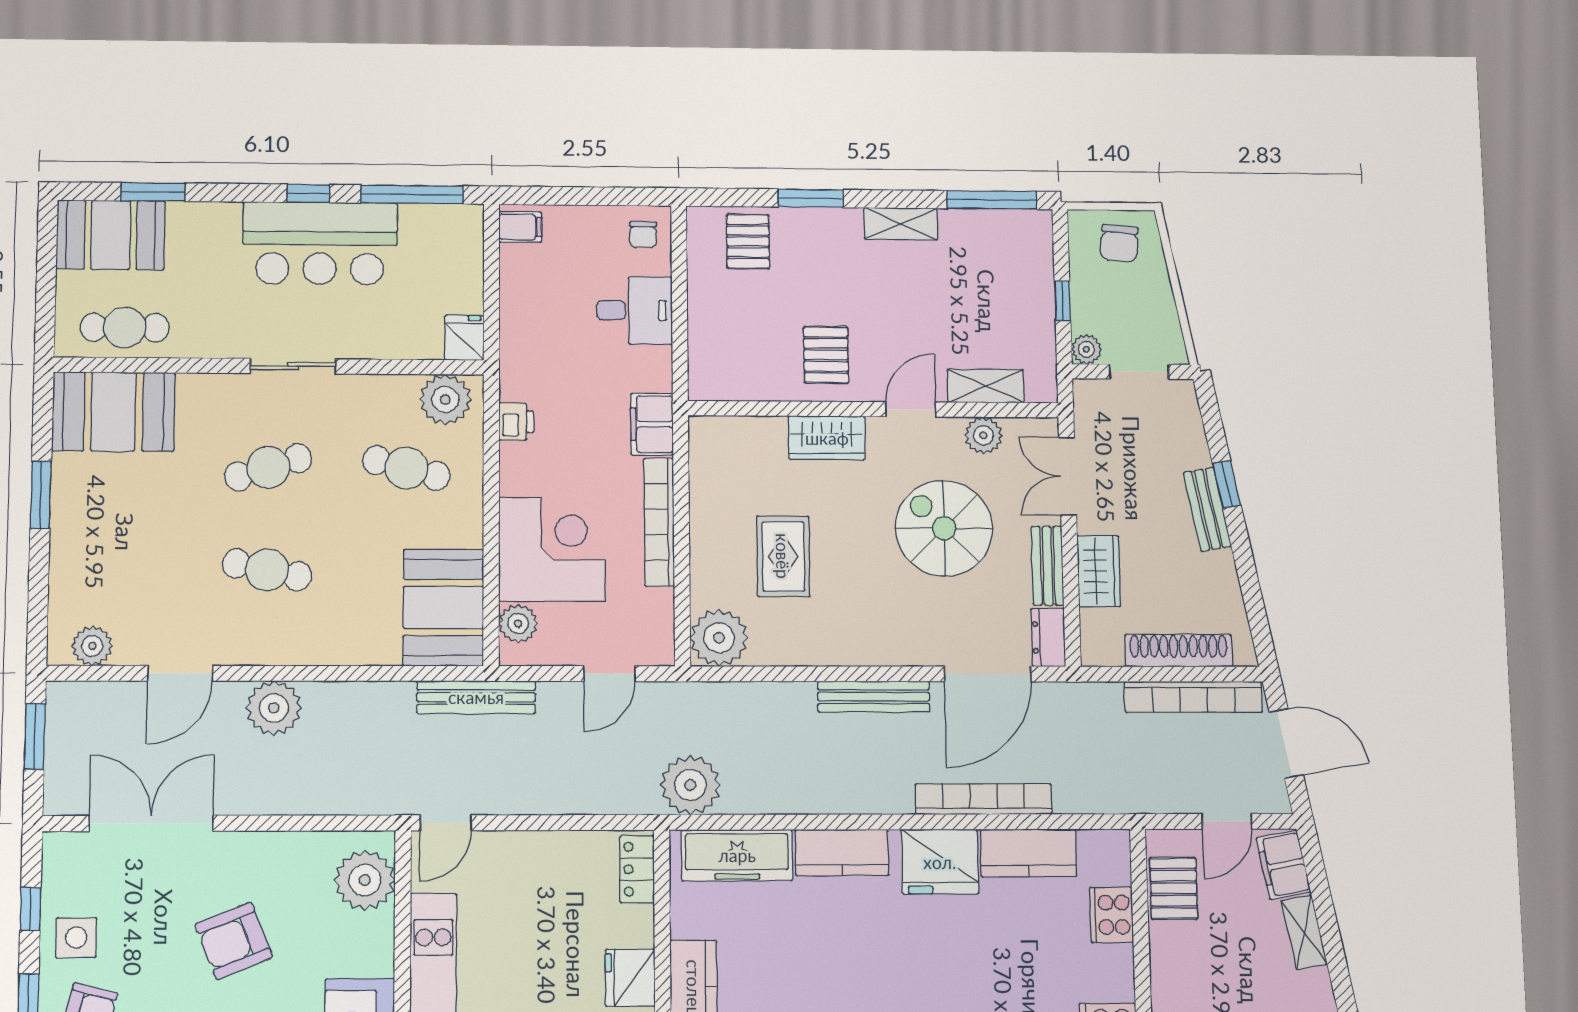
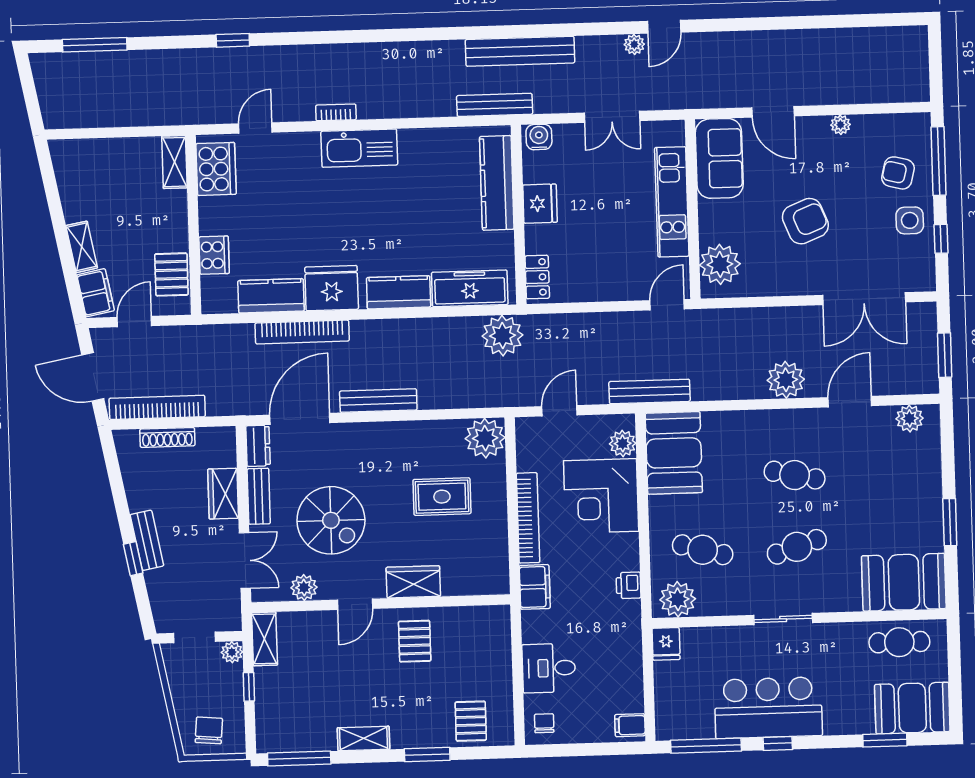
shelving: (986, 386) -> (265, 639), moved, turned 90
rug: (783, 556) -> (442, 497), turned 90
shoe rack: (1179, 650) -> (167, 437), width x0.74, depth x0.81

